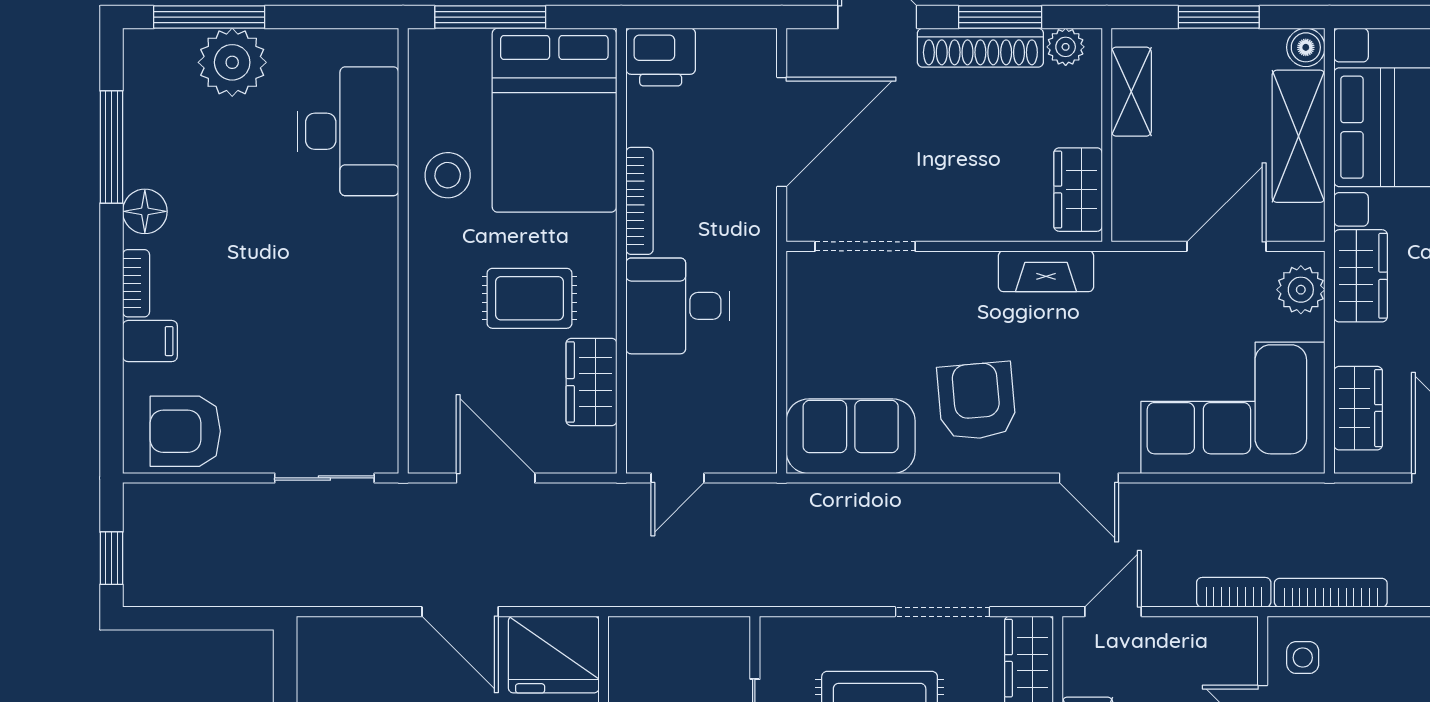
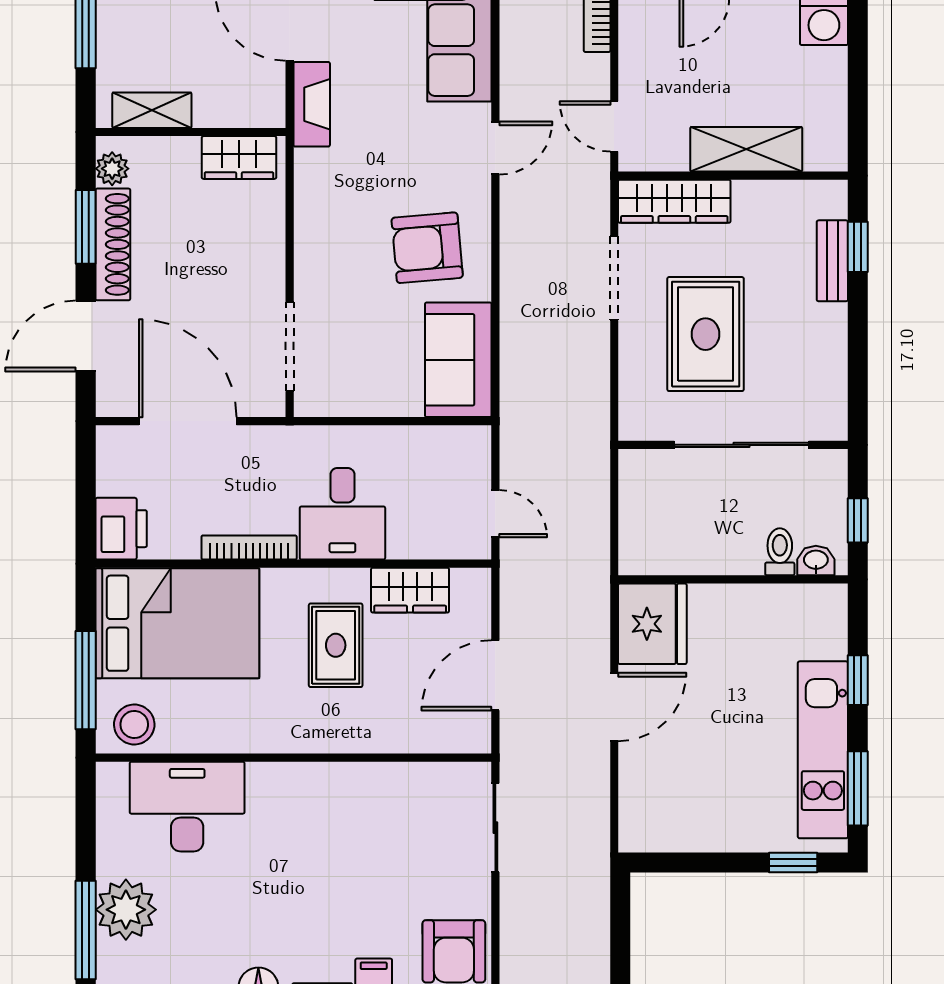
stool: (448, 175) -> (134, 724), moved
fireplace: (1046, 271) -> (312, 104), moved

